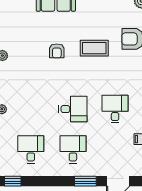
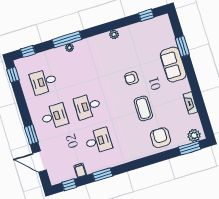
desk: (73, 109) -> (88, 106), turned 90
desk: (31, 149) -> (44, 82), turned 180

